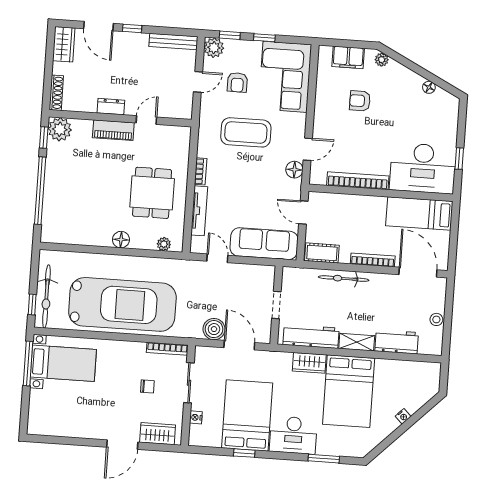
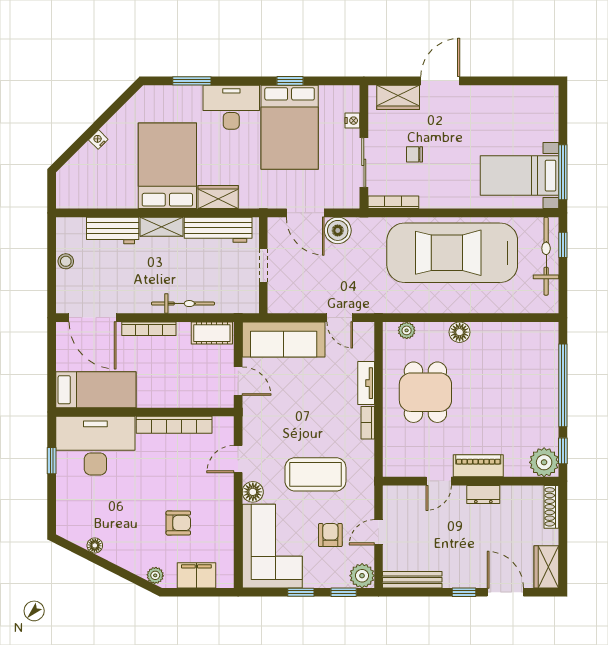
floor lamp: (294, 170) -> (253, 492), moved
tv unit: (199, 211) -> (366, 383), width x0.71

